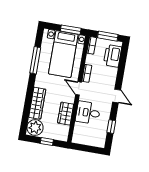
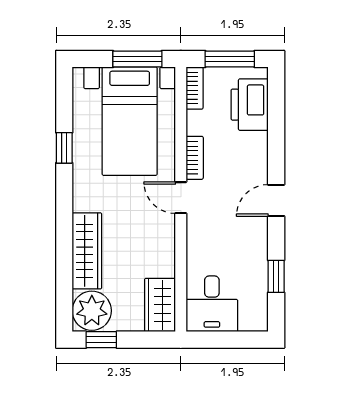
window: (35, 60) -> (64, 148), width x0.46
door: (117, 96) -> (276, 200), swing flipped
desk: (88, 113) -> (212, 304), moved, turned -90
wardrobe: (66, 114) -> (160, 305), moved
window: (47, 142) -> (101, 340), moved

